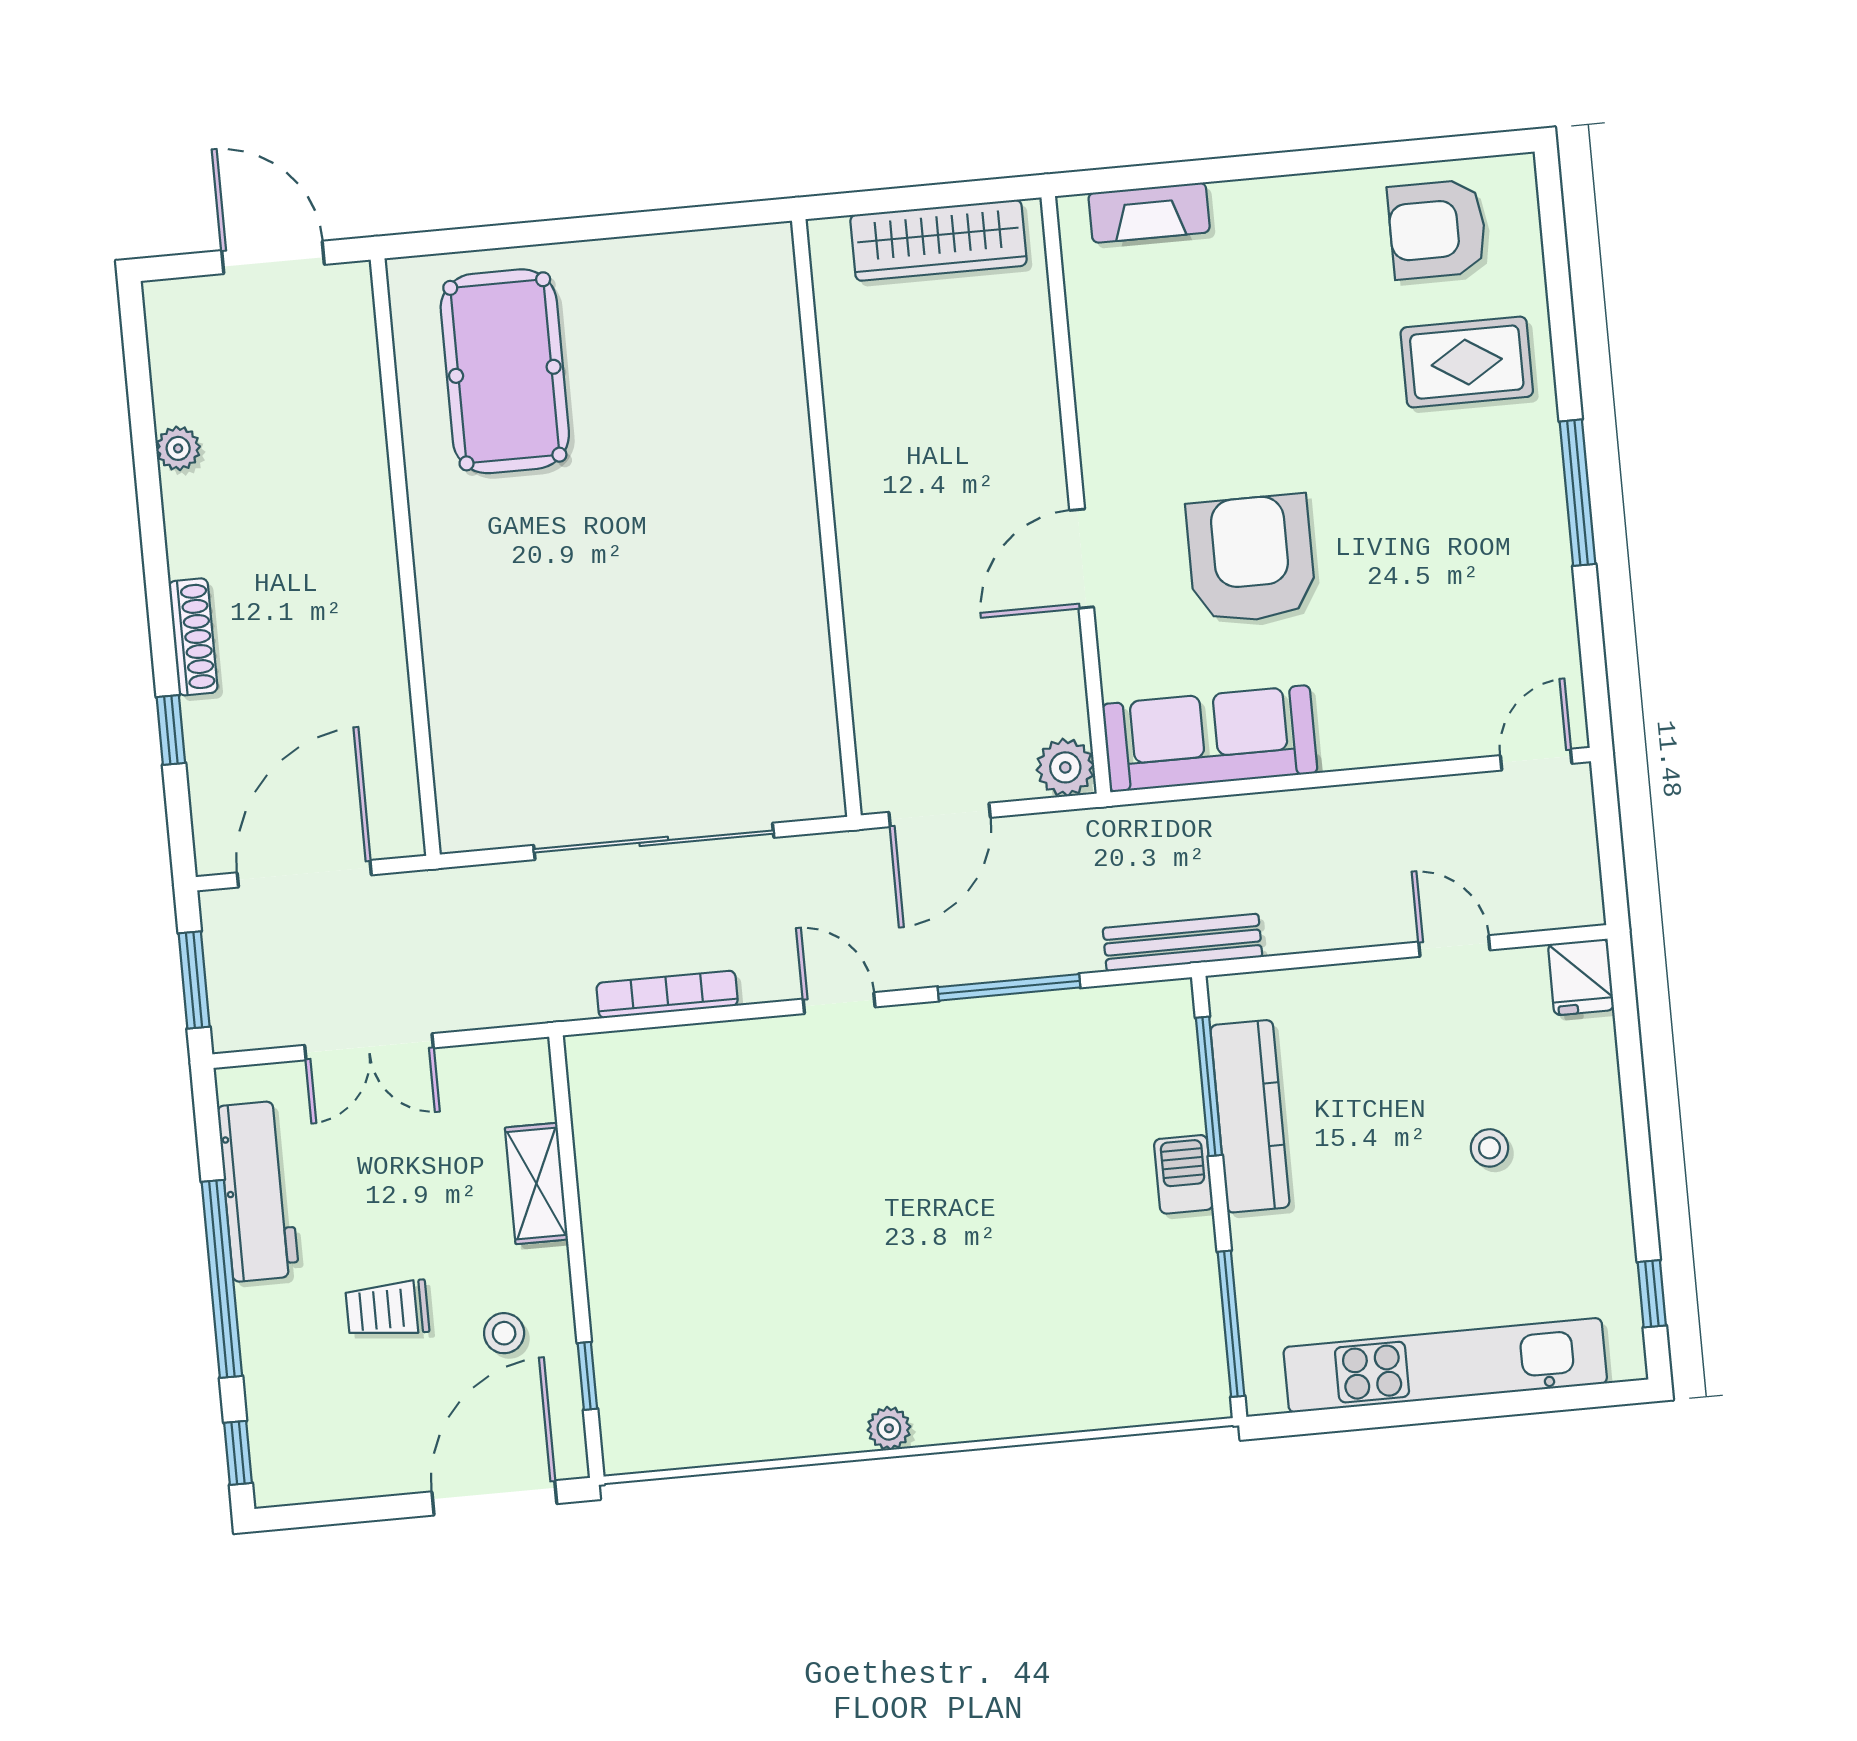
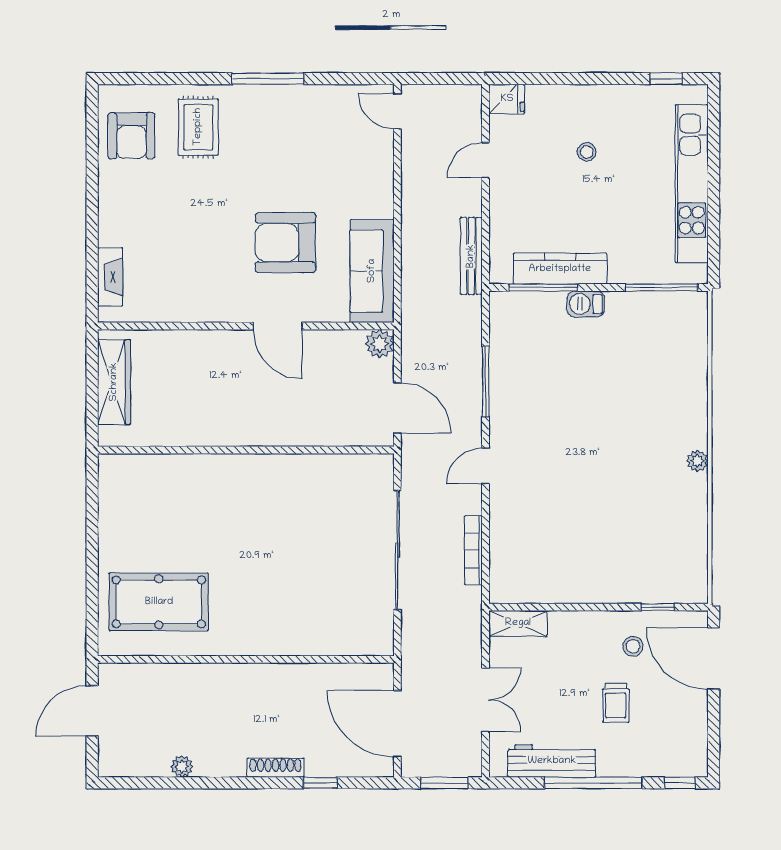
bench: (1183, 943) -> (471, 256), moved
shelving: (536, 1184) -> (518, 623), moved

